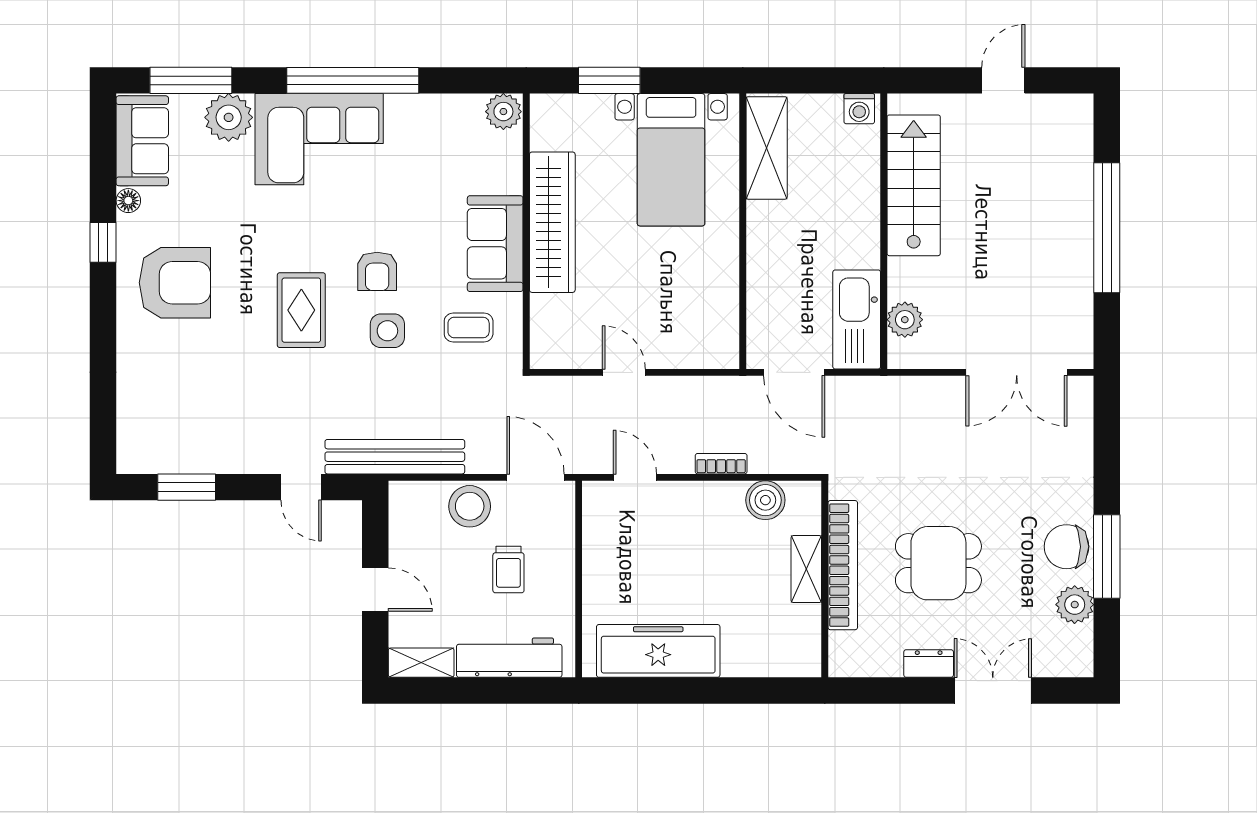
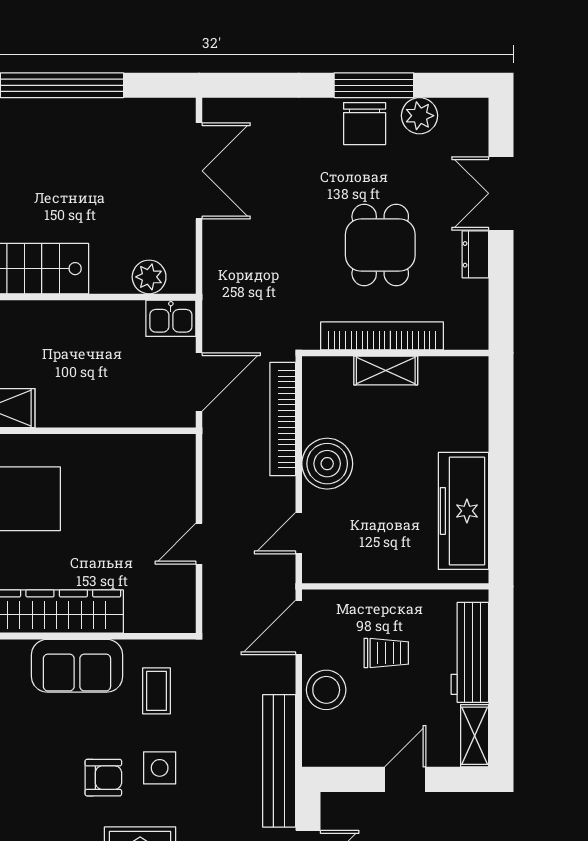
kitchen sink: (857, 319) -> (171, 318), width x0.53, depth x0.81
bookcase: (721, 464) -> (283, 419), width x2.31, depth x1.31
boiler: (765, 500) -> (327, 464), moved, width x1.37, depth x1.37

